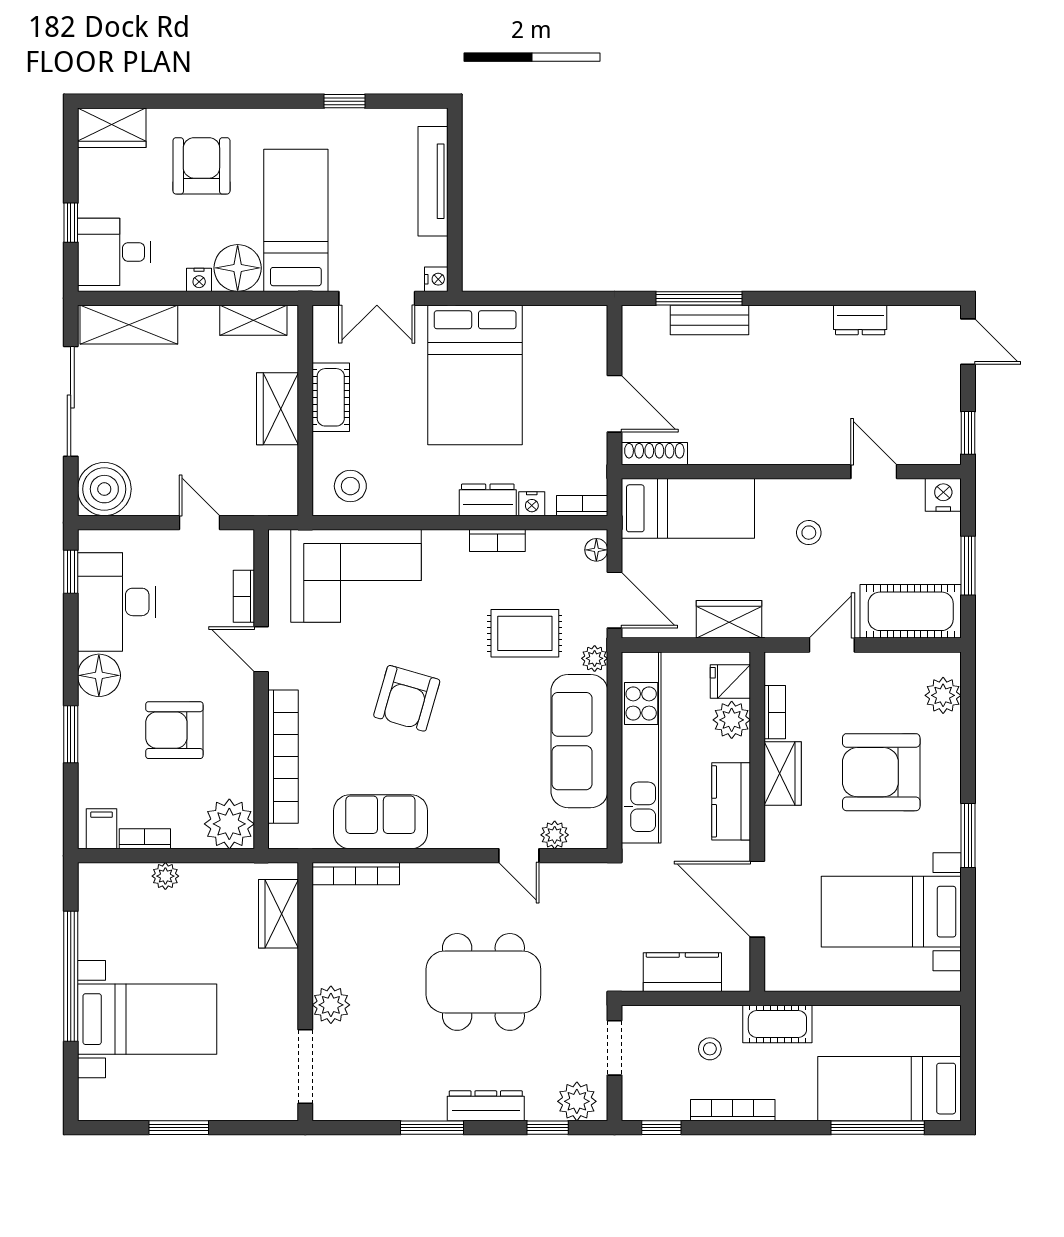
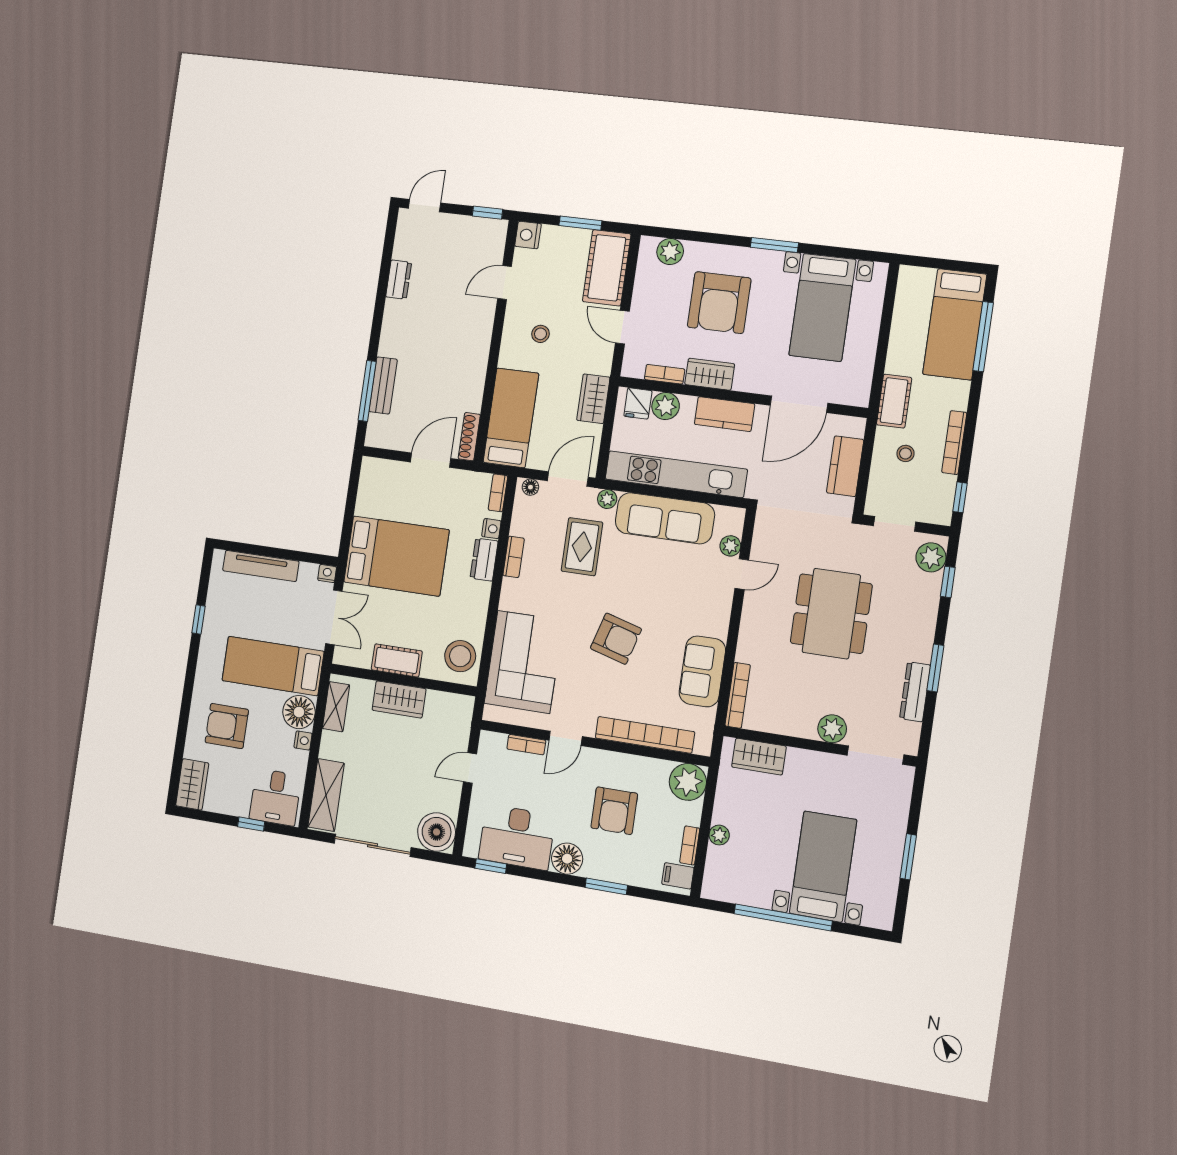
stool: (350, 486) -> (460, 656), width x1.38, depth x1.38
dresser: (486, 1106) -> (915, 692), moved

